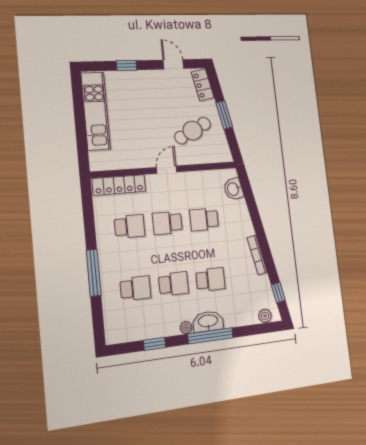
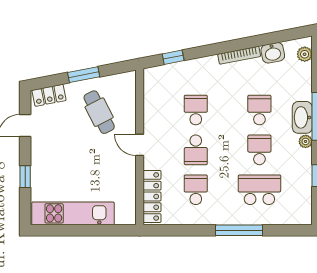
washbasin: (233, 189) -> (273, 53), moved
school desk: (204, 219) -> (196, 110), turned 180
school desk: (135, 288) -> (259, 190), width x1.85
window: (278, 293) -> (173, 57), moved

